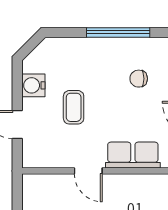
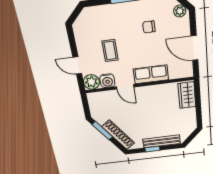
water cooler: (33, 85) -> (107, 81), moved, turned -90
plant: (35, 155) -> (91, 82), added

